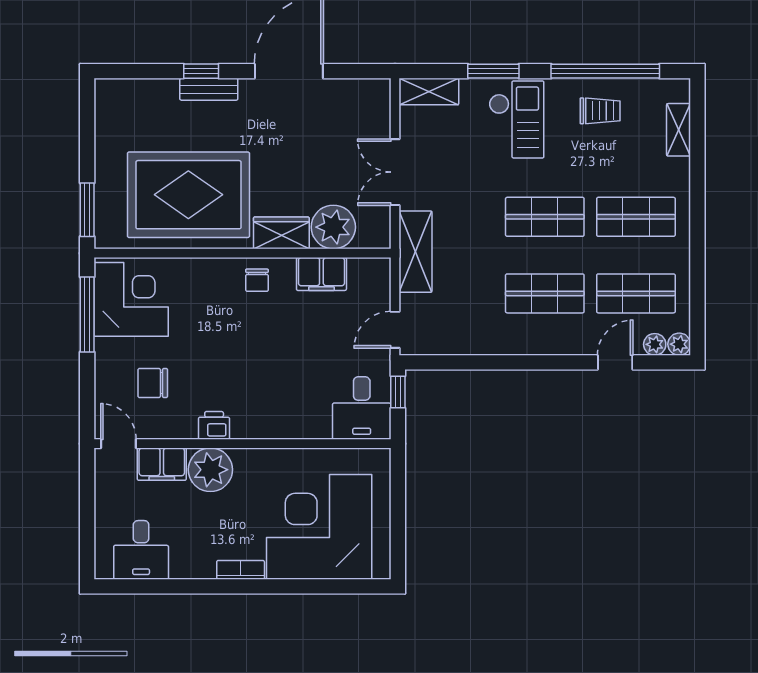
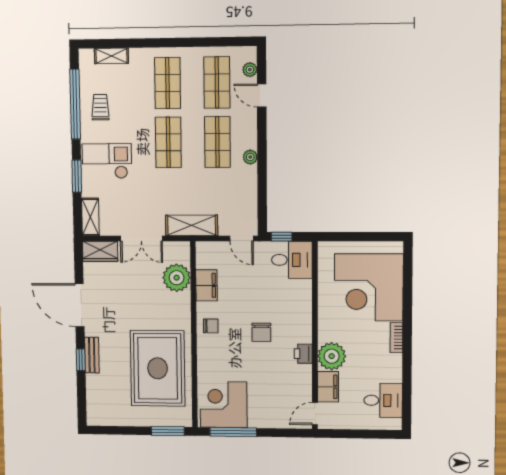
wardrobe: (281, 233) -> (100, 251), moved, turned -90
plant: (679, 344) -> (250, 157), moved
chair: (153, 383) -> (261, 332), moved

